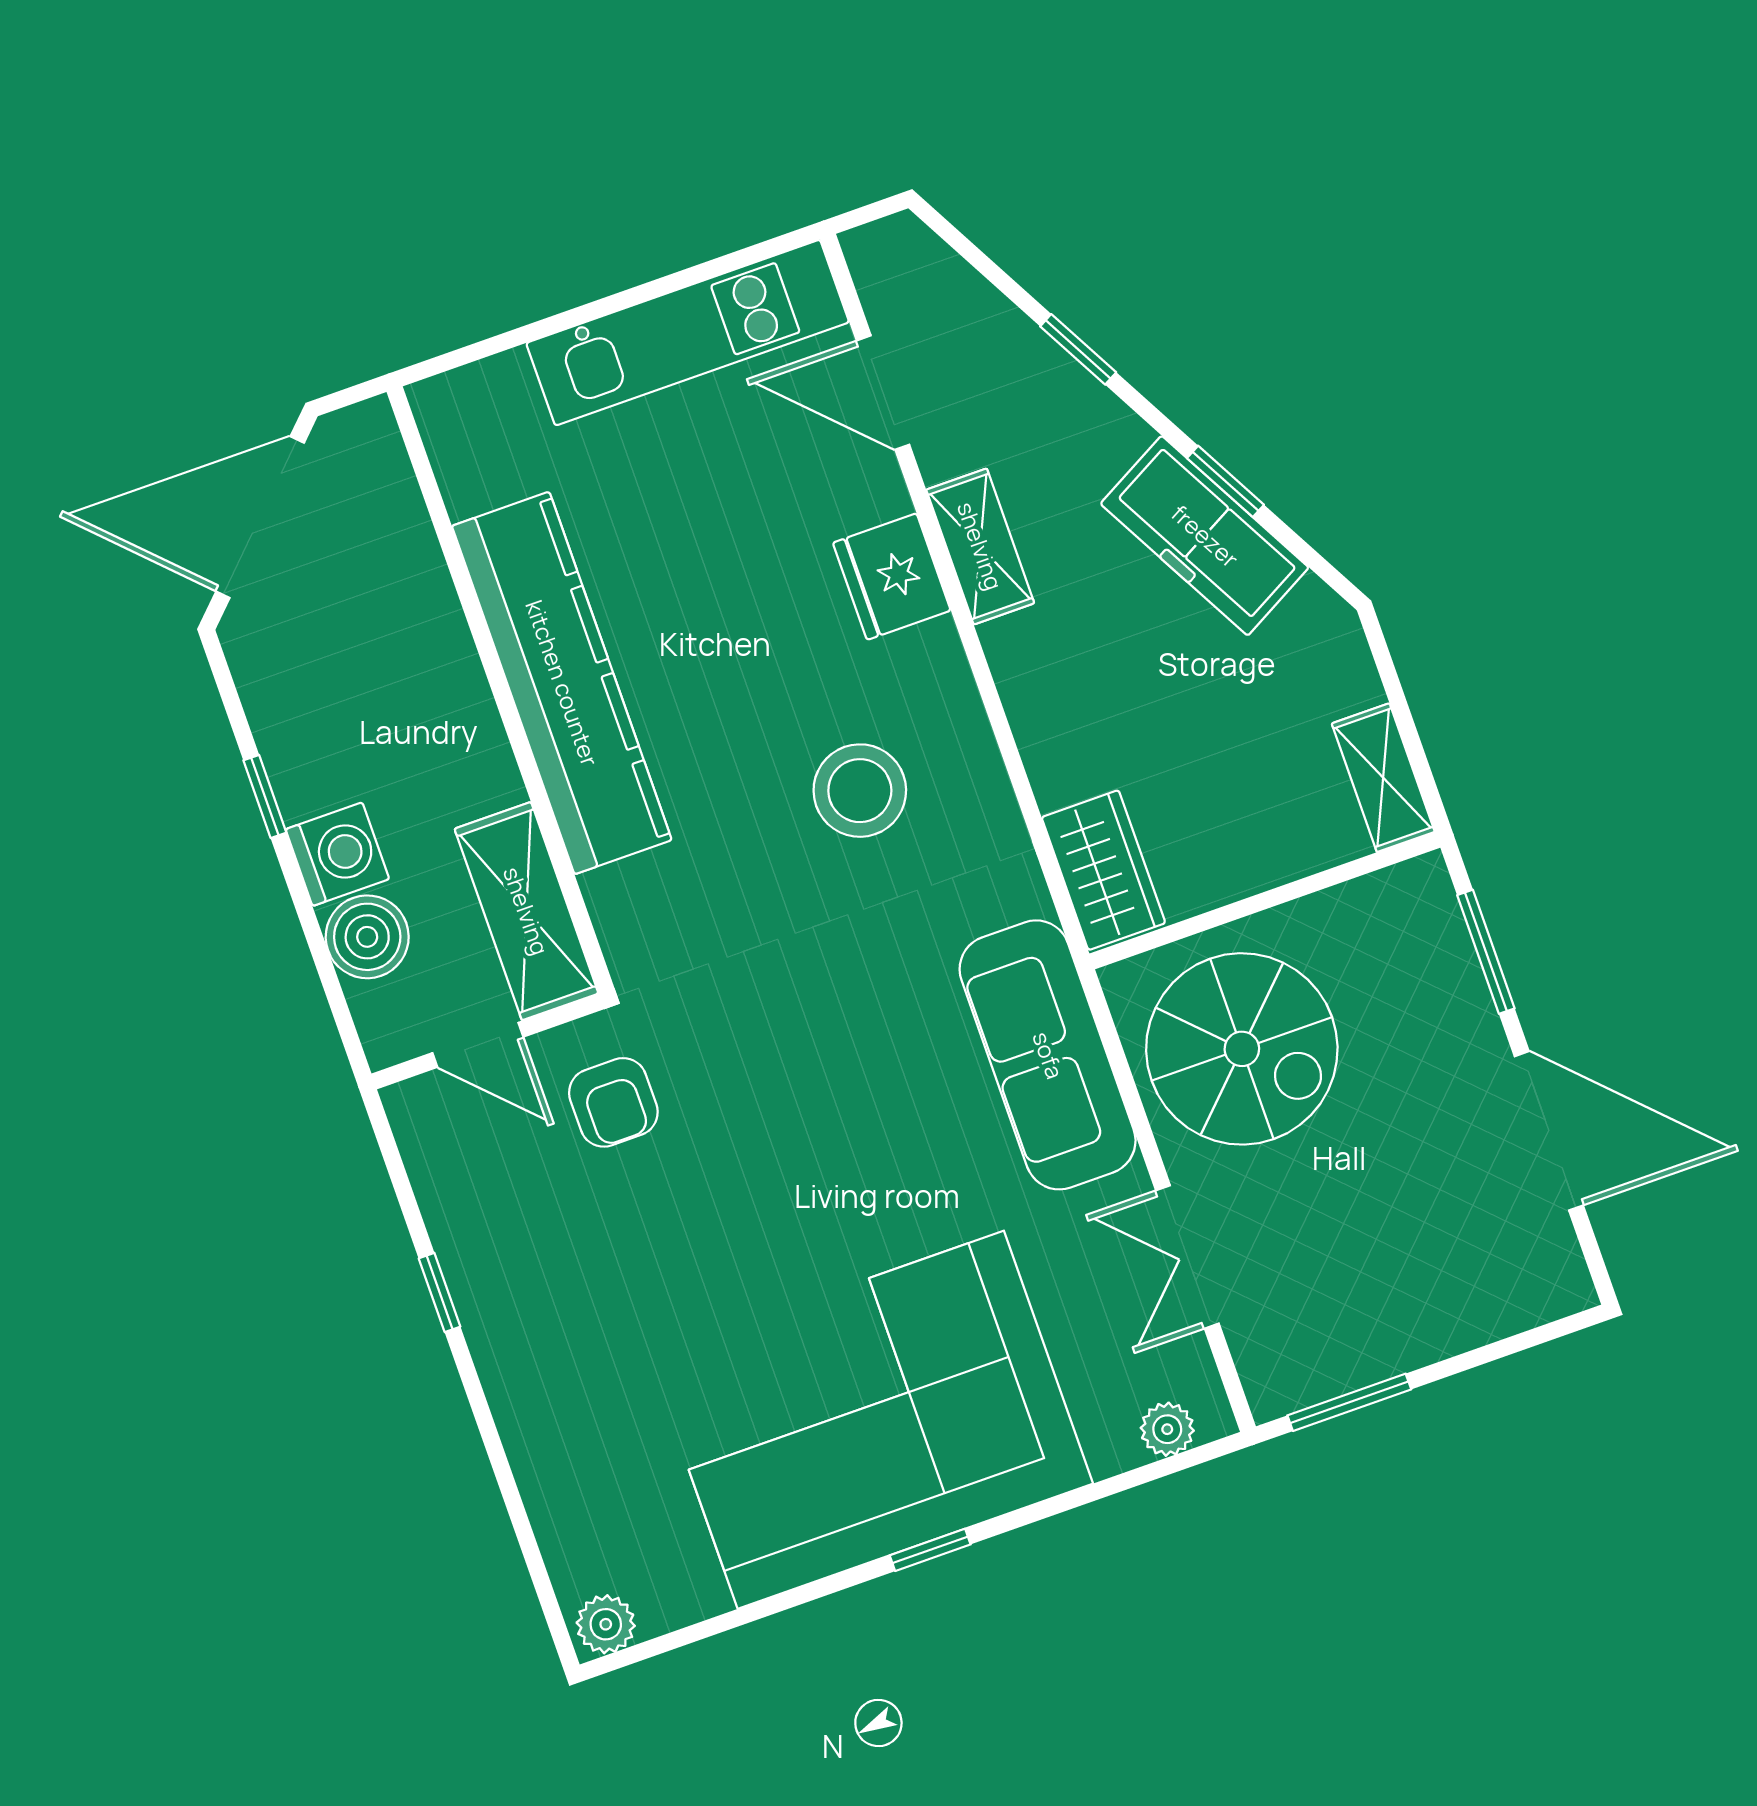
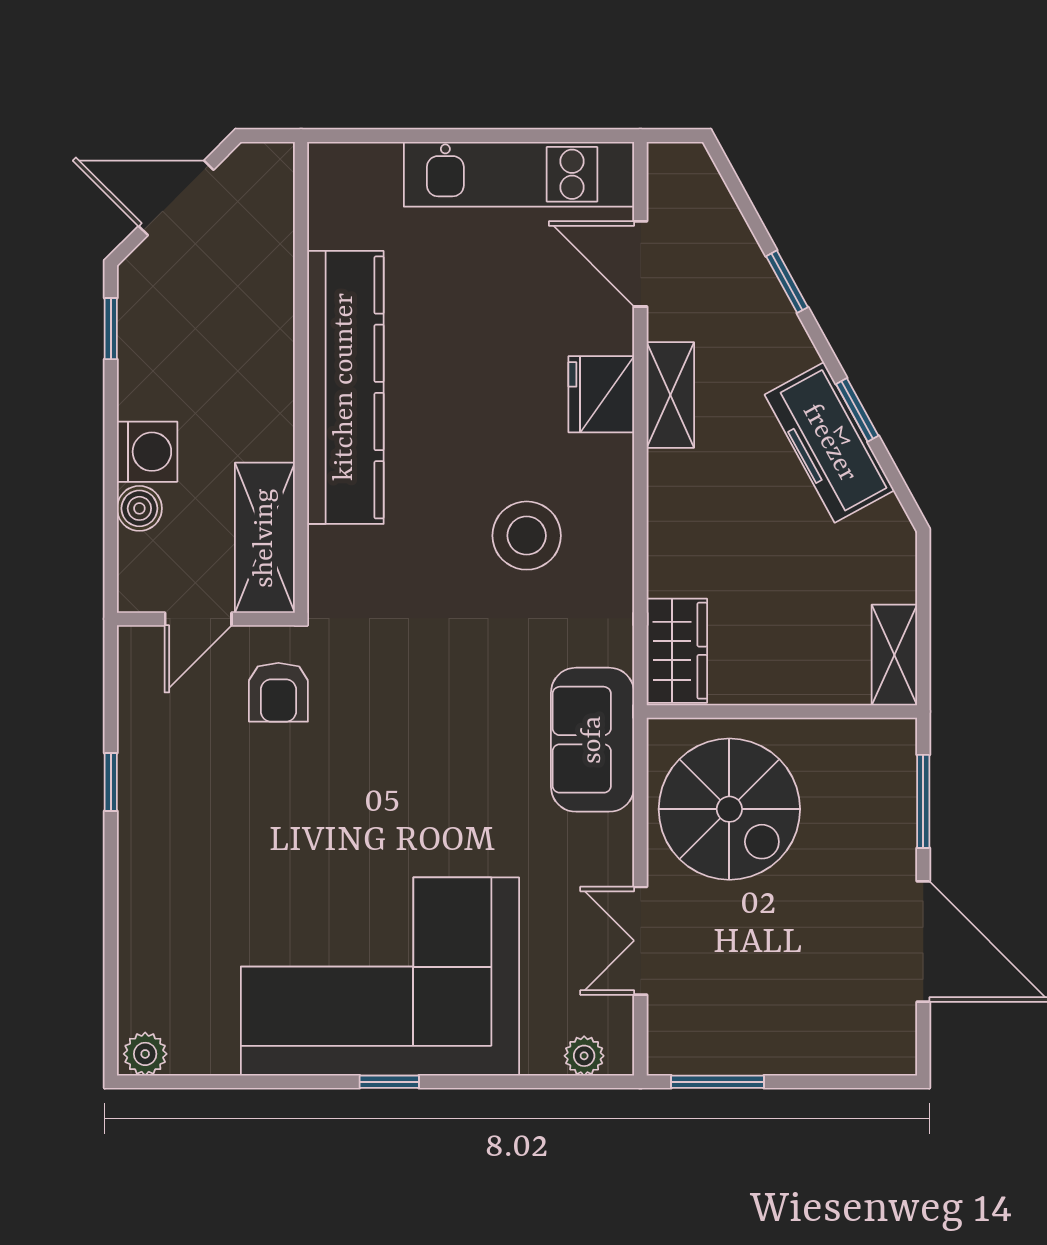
door: (260, 517) -> (176, 198), width x0.73
window: (265, 796) -> (111, 329), moved
boiler: (367, 937) -> (139, 508), width x0.73, depth x0.73
door: (478, 1045) -> (198, 619), hinge flipped
sofa: (1048, 1055) -> (593, 740), width x0.73

